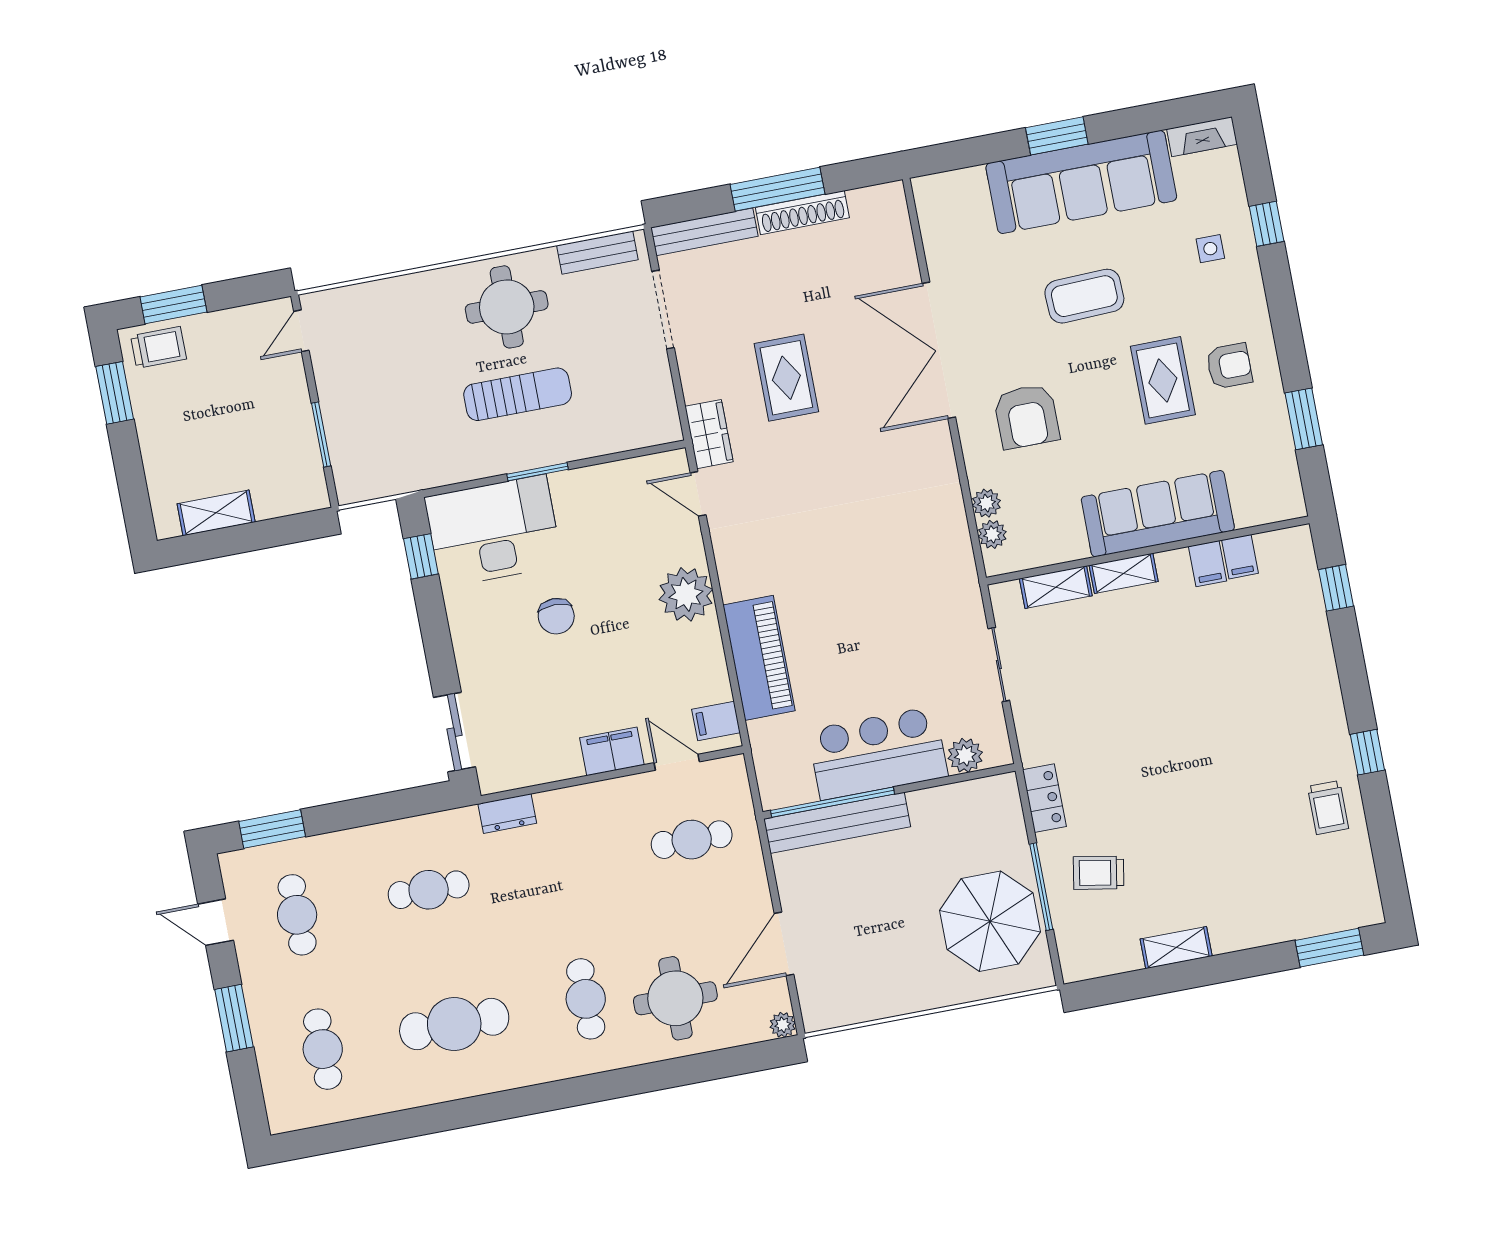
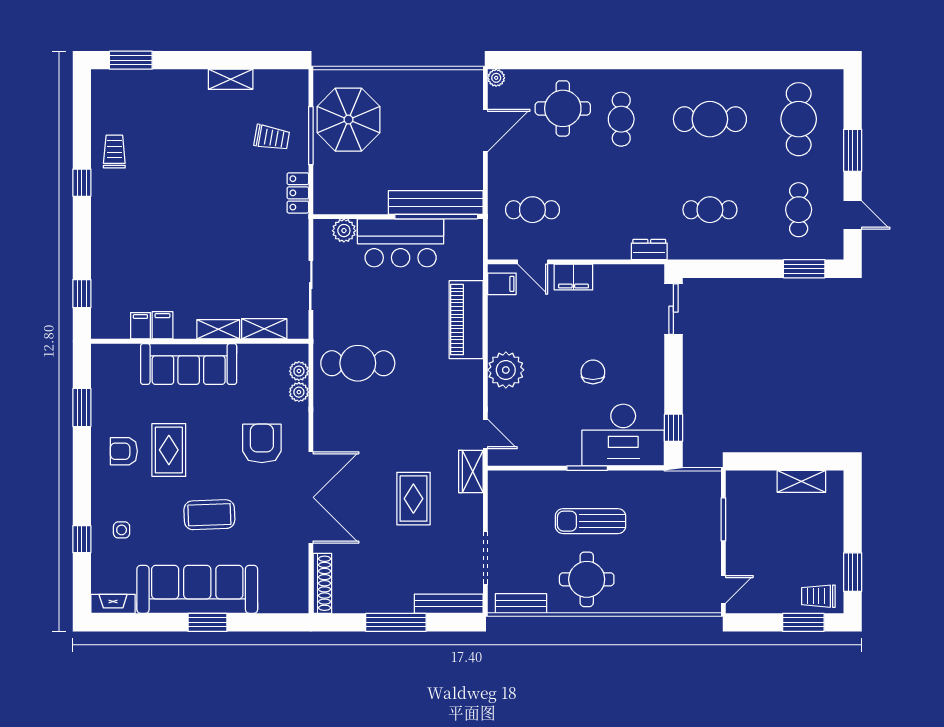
shoe rack: (802, 213) -> (322, 583), moved, turned 90
cafe table: (907, 563) -> (358, 363), added
cafe table: (323, 1049) -> (799, 119), width x1.37, depth x1.35

